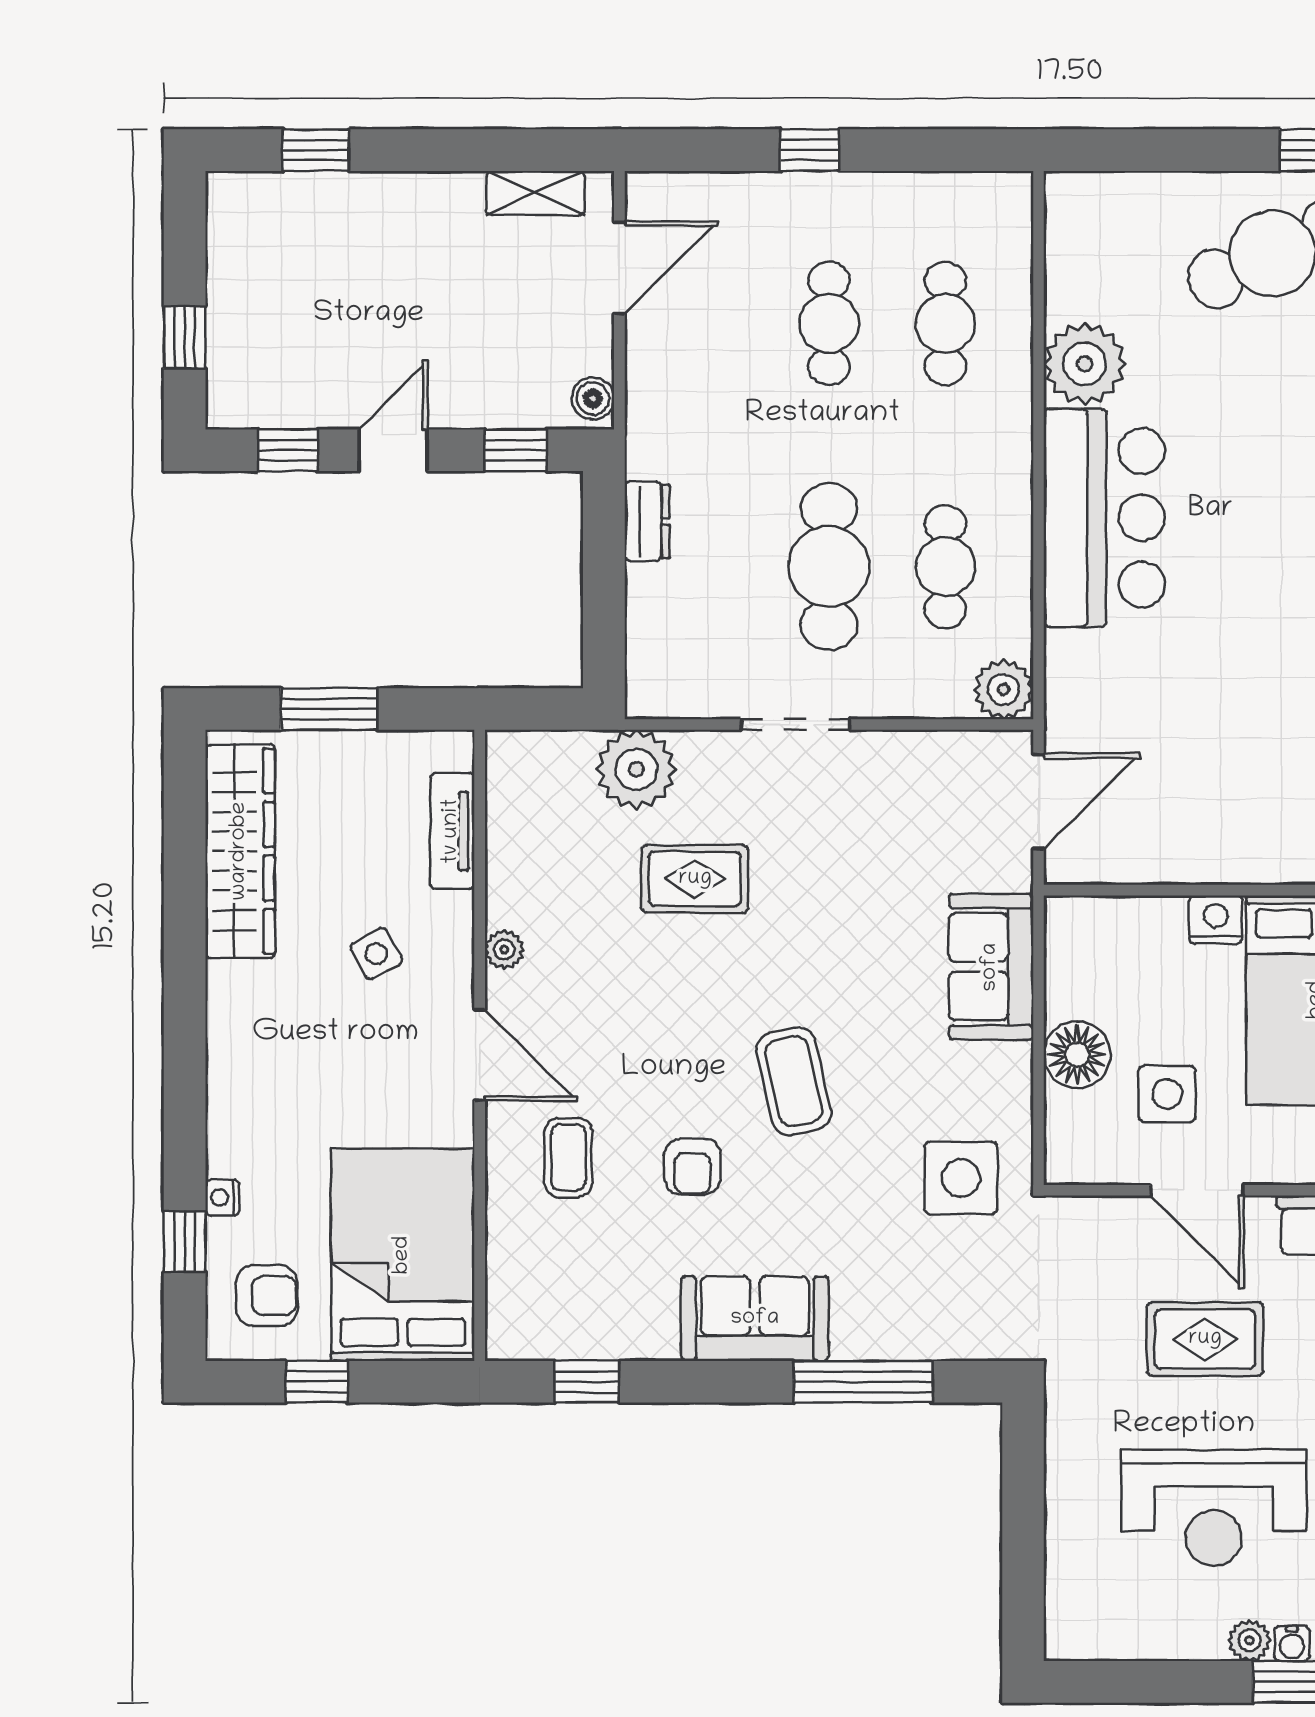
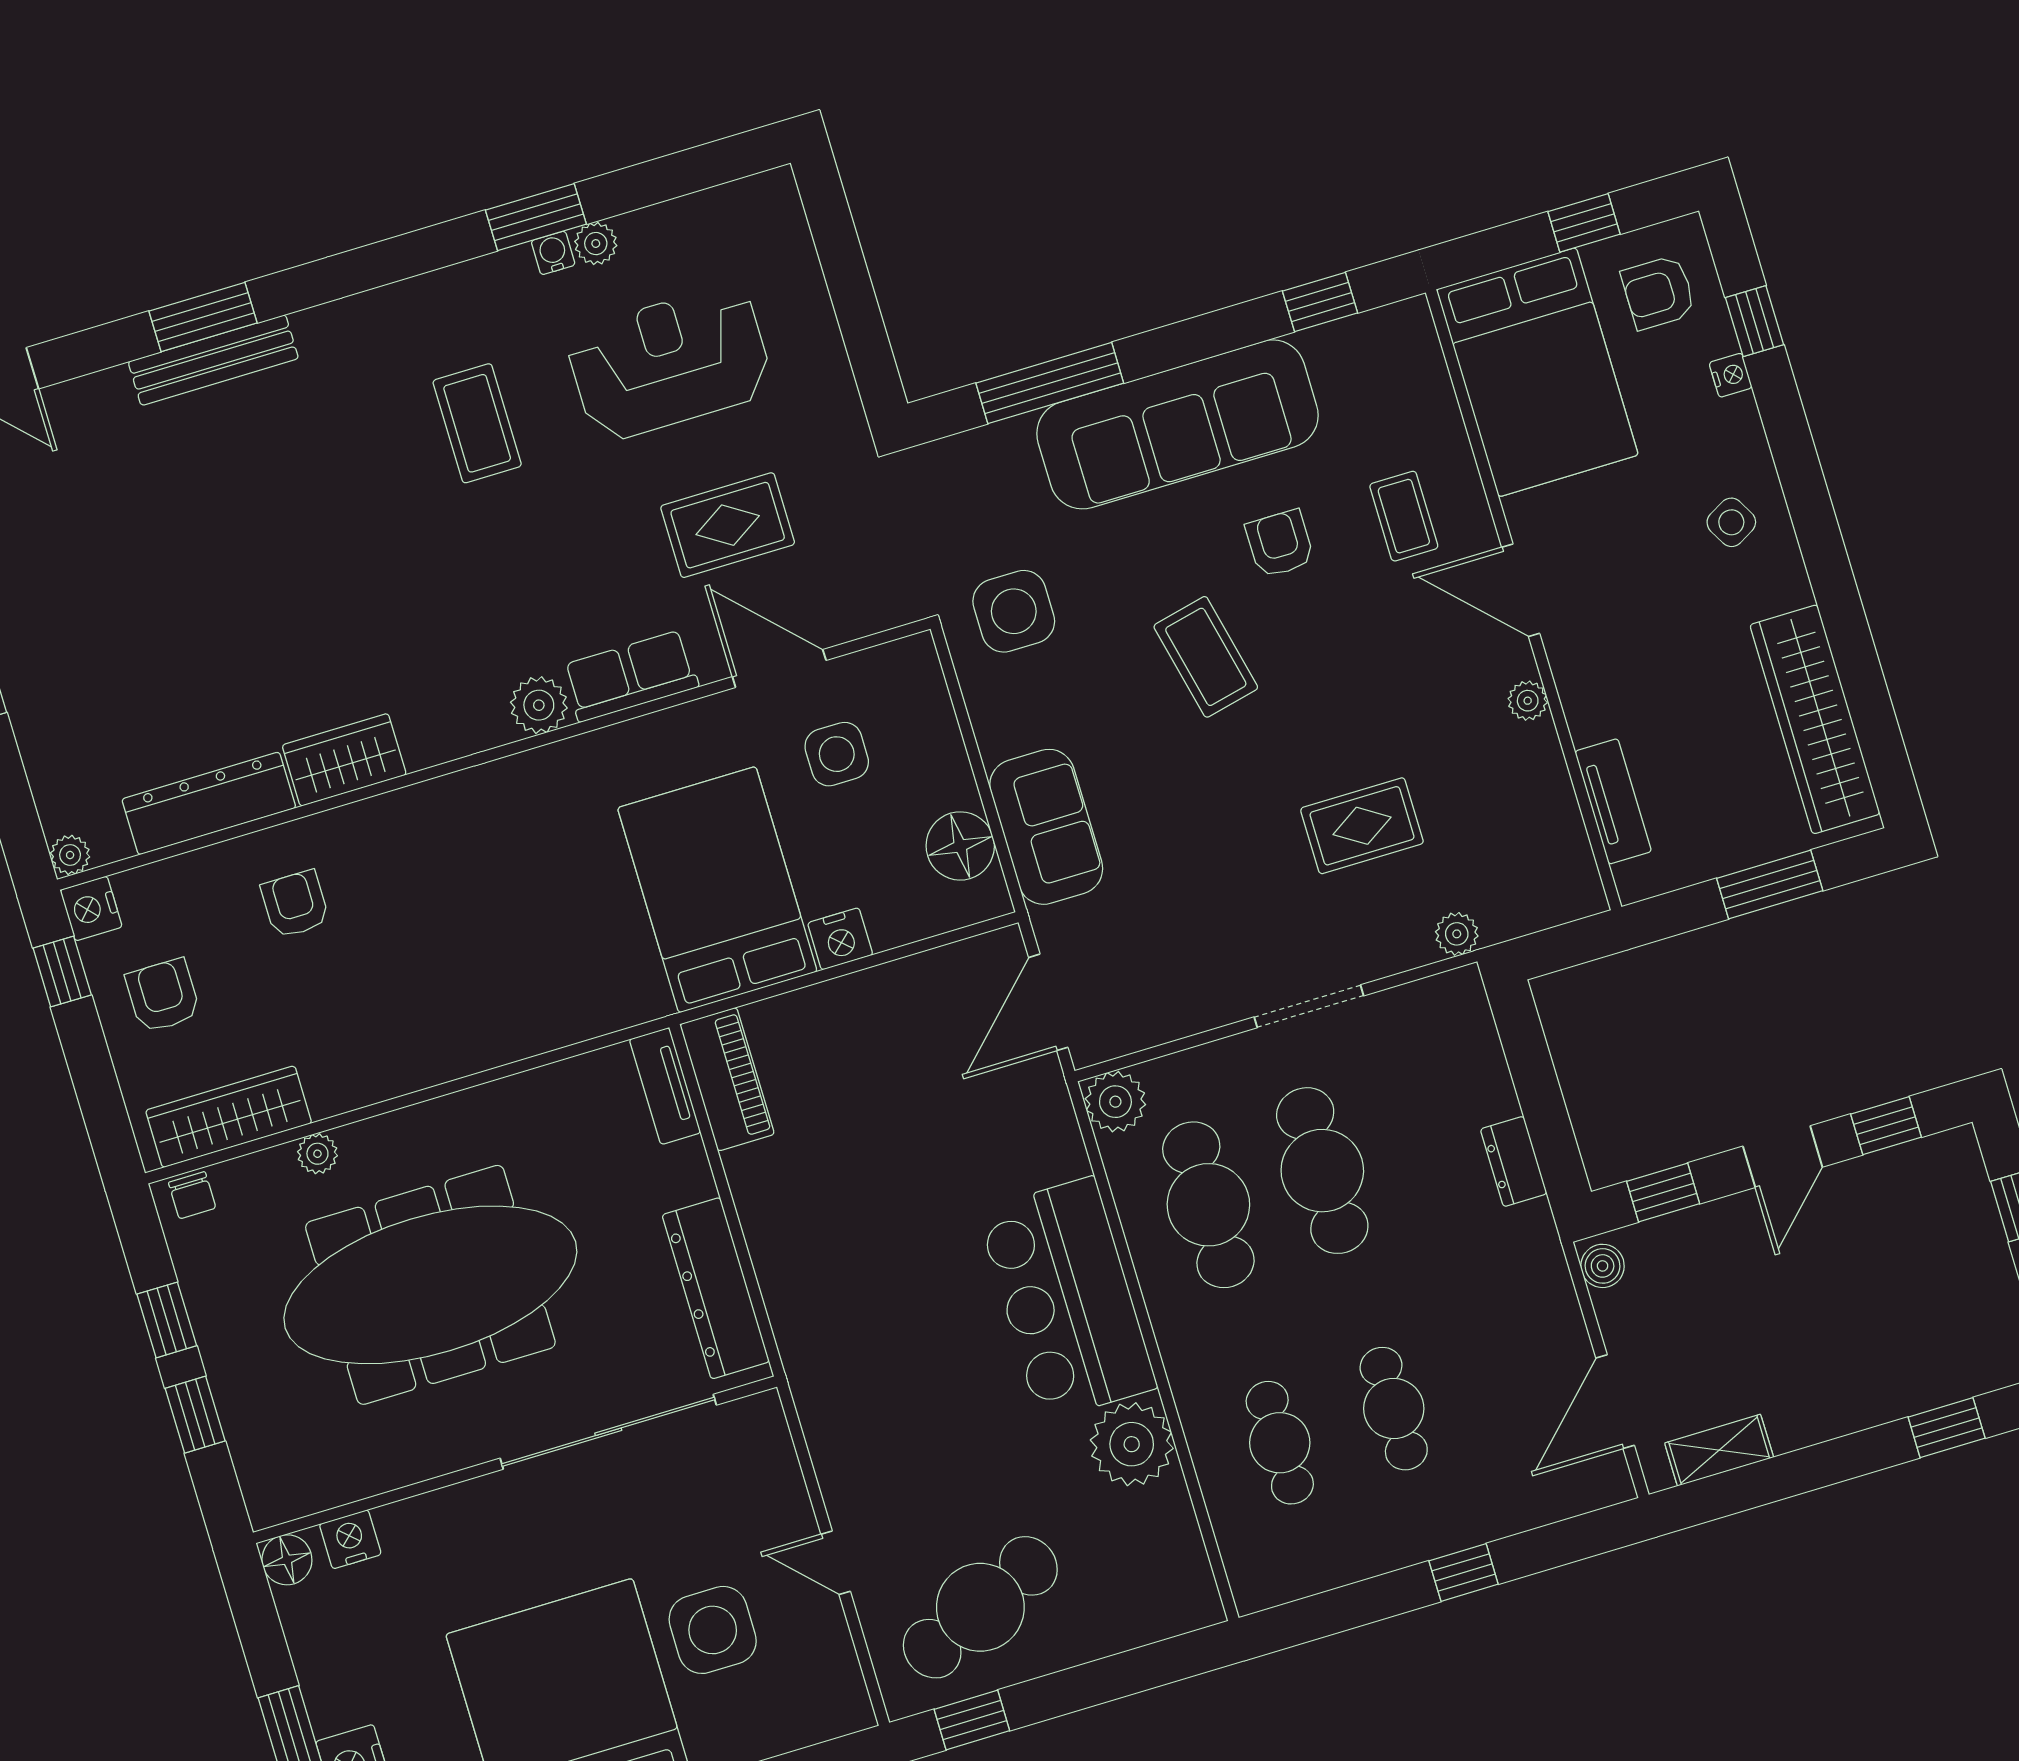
cafe table: (945, 567) -> (1208, 1205), width x1.37, depth x1.35
plant: (636, 769) -> (1457, 934), width x0.53, depth x0.53
side table: (376, 954) -> (1731, 522), moved
floor lamp: (1077, 1054) -> (960, 846), moved
sofa: (755, 1319) -> (1177, 424), width x1.85, depth x1.27

